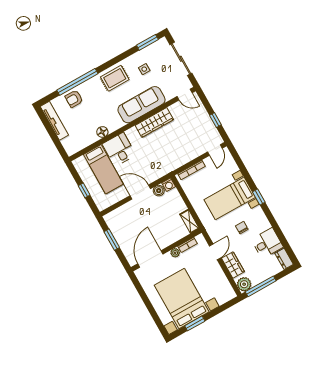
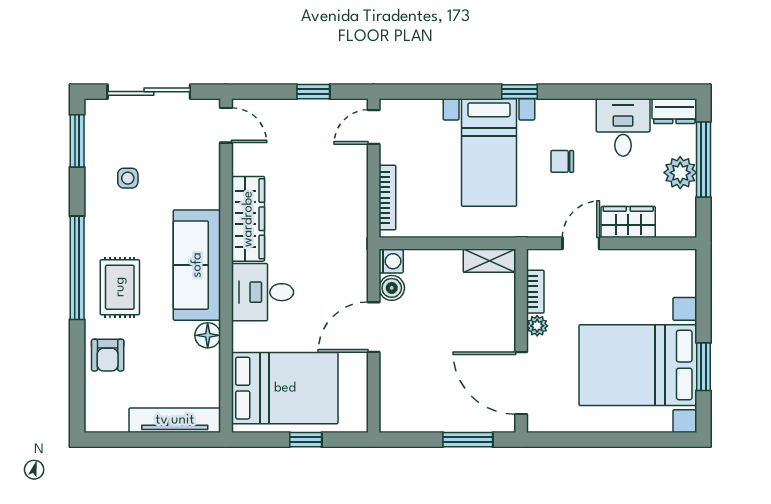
rug: (115, 78) -> (120, 287), moved
window: (77, 82) -> (77, 268), moved
door: (185, 95) -> (226, 125), hinge flipped
sofa: (141, 105) -> (197, 265), moved
tv unit: (54, 121) -> (175, 420), moved
desk: (119, 149) -> (263, 292), moved
door: (215, 150) -> (374, 127), swing flipped
bed: (103, 169) -> (285, 388), width x1.50
window: (112, 240) -> (468, 440), moved
door: (215, 252) -> (581, 243), hinge flipped
plant: (244, 284) -> (680, 173), moved
window: (261, 286) -> (704, 160), moved

